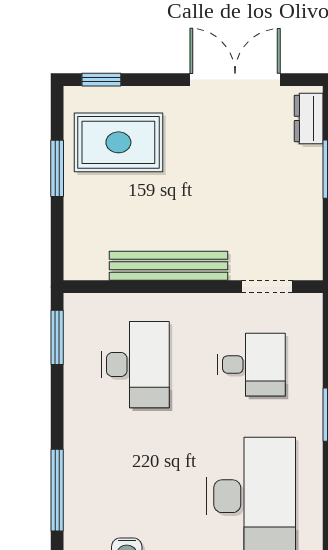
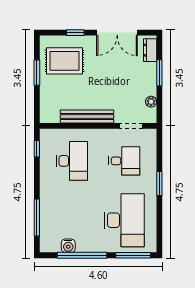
window: (101, 80) -> (75, 33), moved
double door: (235, 80) -> (117, 33), swing flipped
plant: (311, 233) -> (151, 102), added
window: (57, 337) -> (37, 149), width x0.67

